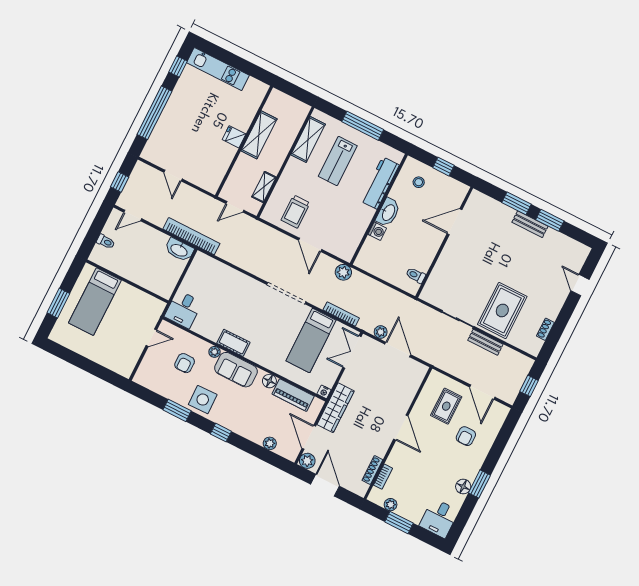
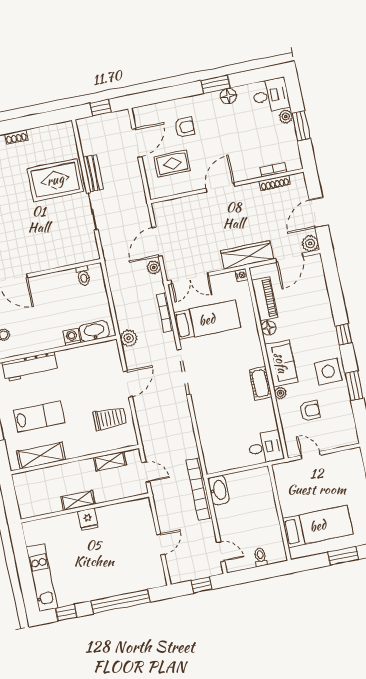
shelving: (259, 135) -> (78, 500), width x0.67, depth x0.75
washbasin: (388, 212) -> (94, 331), moved
shoe rack: (545, 329) -> (16, 137), moved
plant: (270, 443) -> (320, 286), removed
plant: (391, 505) -> (286, 117), moved

